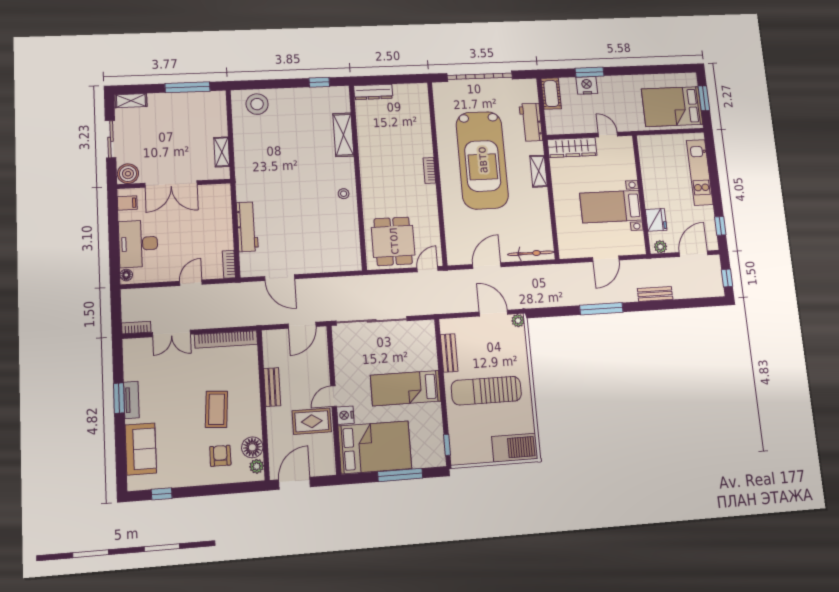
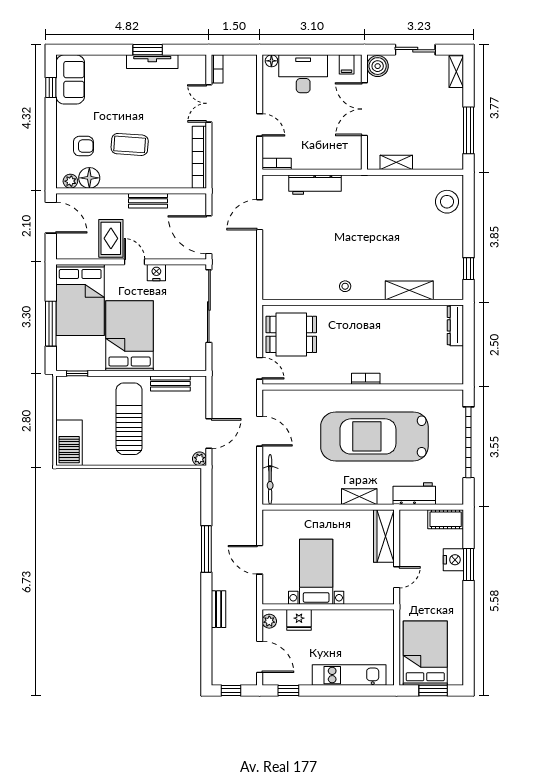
door: (302, 325) -> (209, 235), width x1.36
bed: (406, 388) -> (130, 336), width x1.50
tv unit: (131, 400) -> (152, 62), width x1.41
nightstand: (345, 415) -> (156, 273), moved
sofa: (141, 449) -> (70, 79), moved, turned -90

